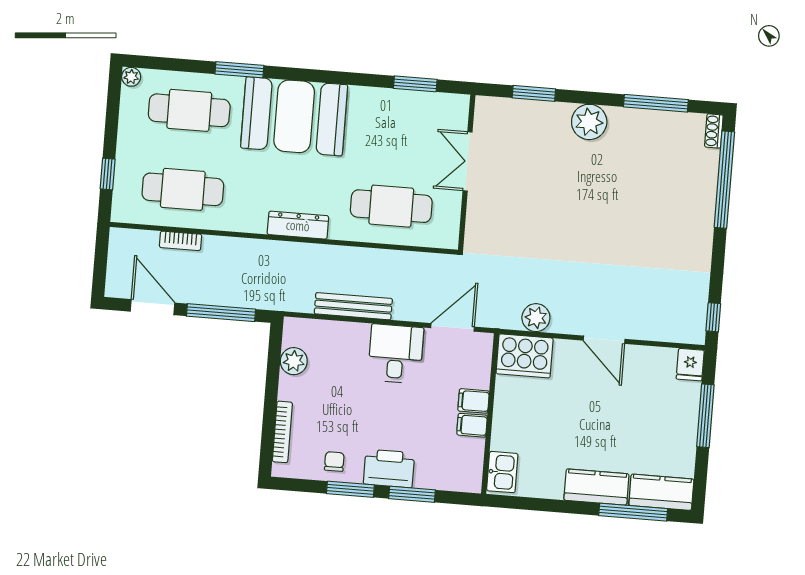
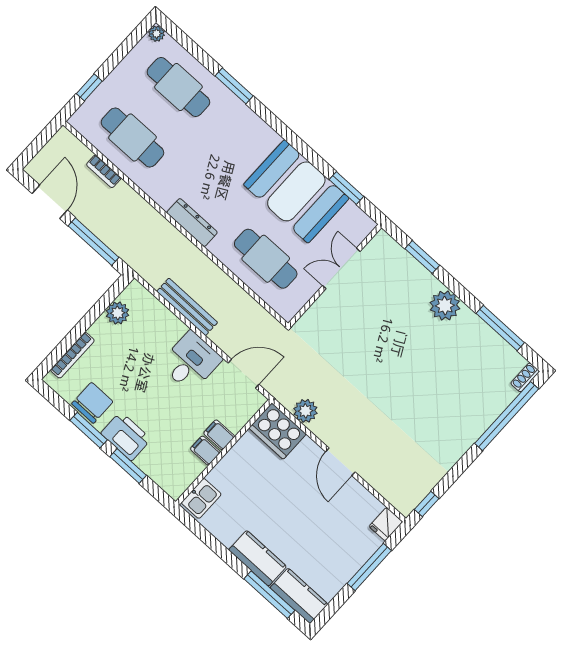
booth: (294, 116) -> (296, 191), moved
chair: (334, 462) -> (92, 403), width x1.87, depth x1.87

